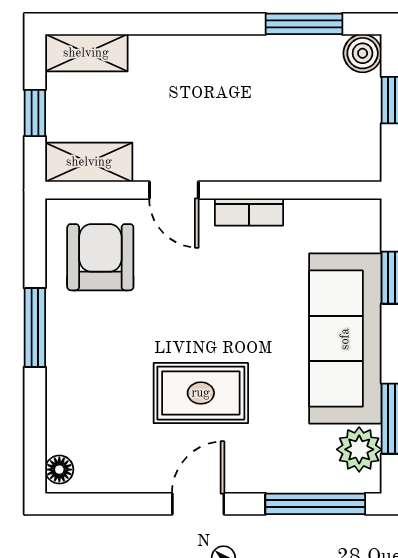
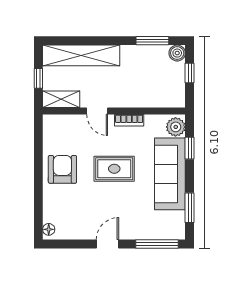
shelving: (86, 53) -> (81, 55), width x2.20, depth x1.33
armchair: (100, 257) -> (62, 169), moved
window: (35, 328) -> (38, 169), removed
rug: (201, 393) -> (114, 169), moved
plant: (359, 449) -> (176, 127), moved

